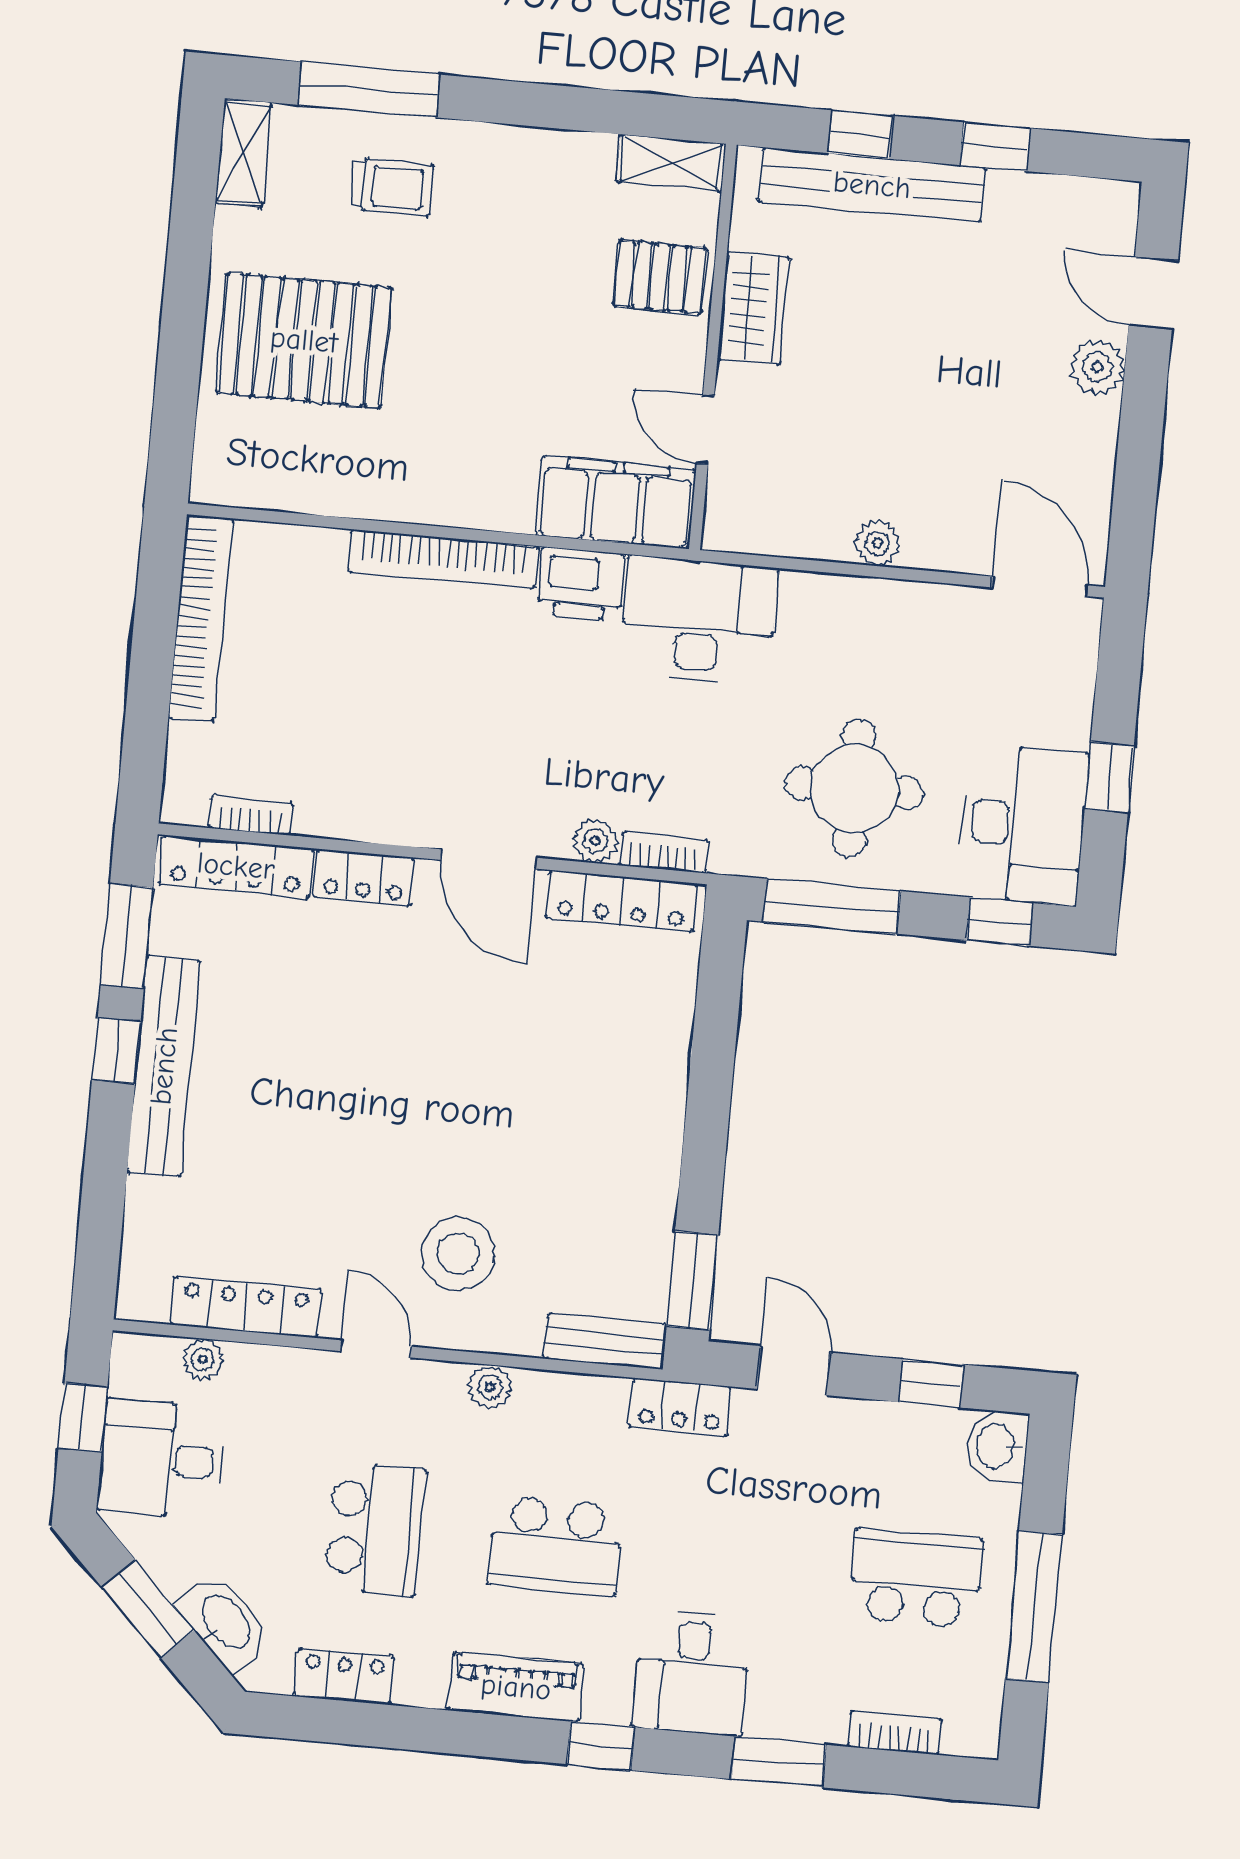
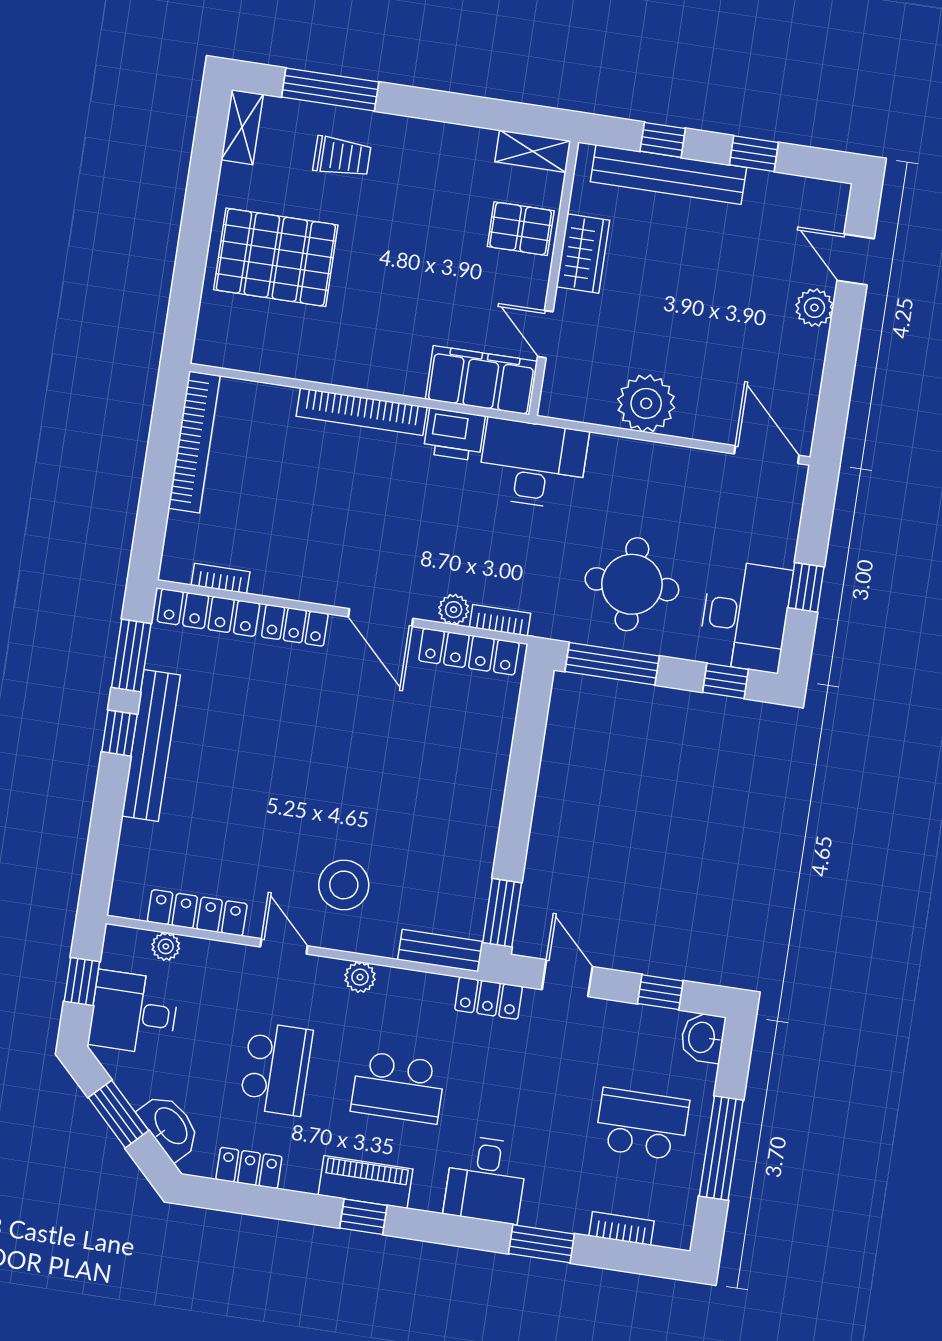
plant: (877, 544) -> (646, 403), width x1.87, depth x1.87
window: (601, 1746) -> (363, 1217), moved

